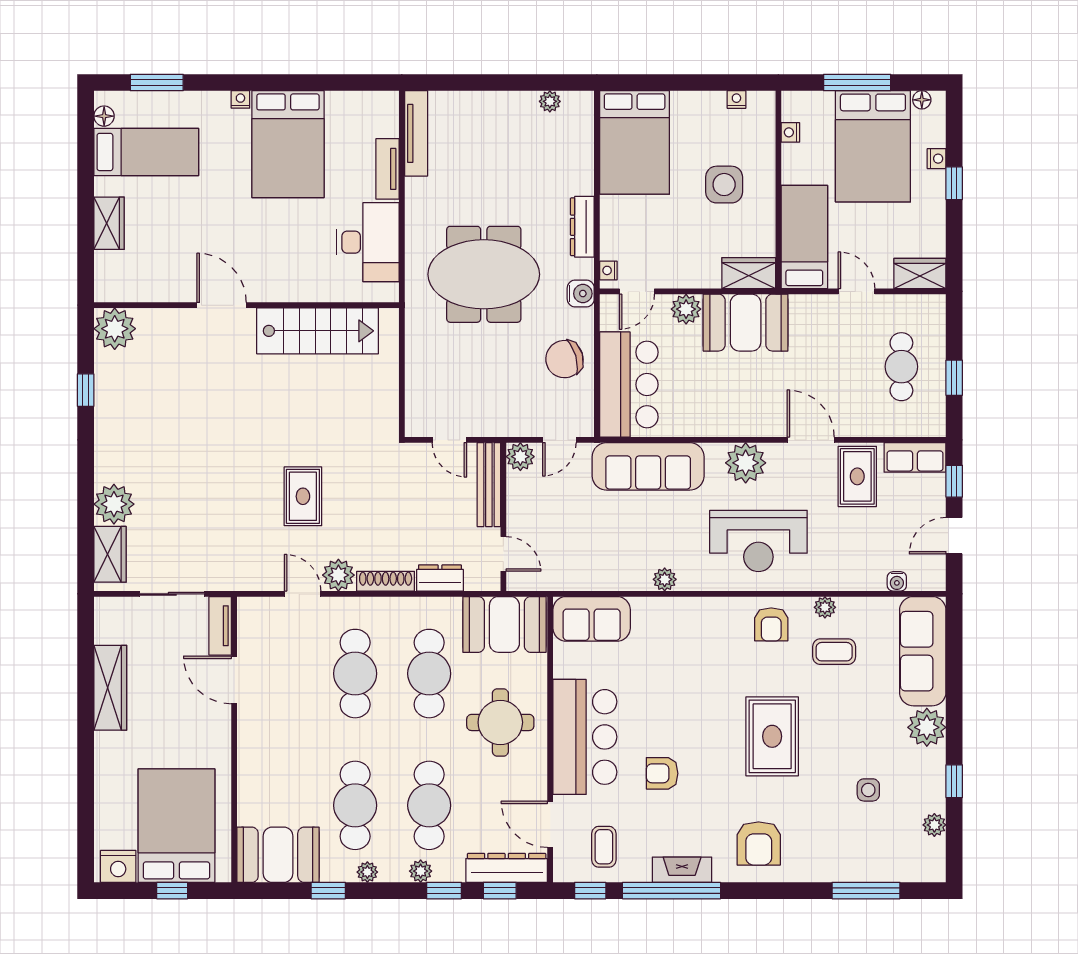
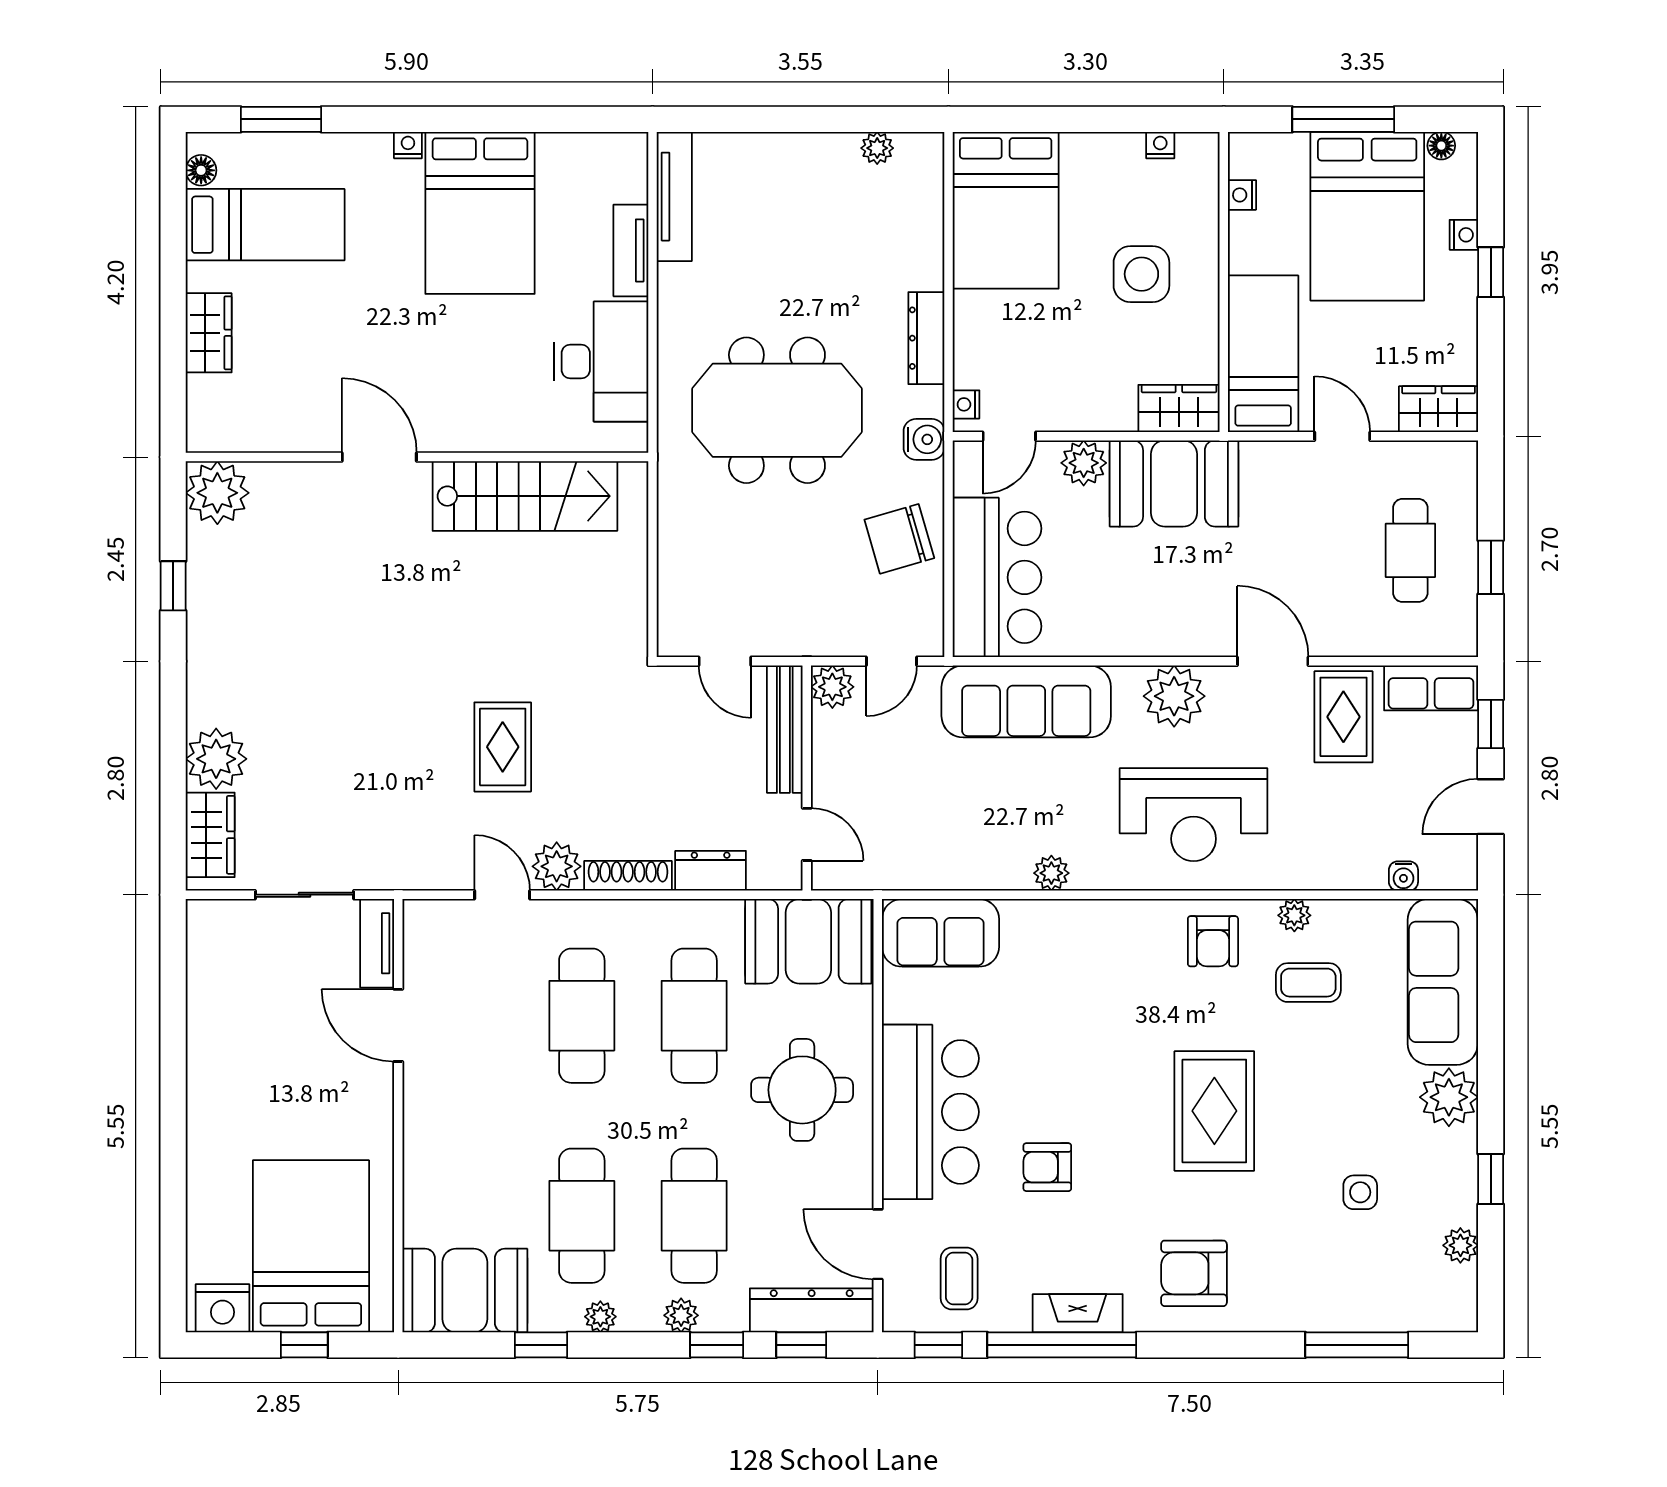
wardrobe: (110, 688) -> (211, 1037), removed
armchair: (759, 843) -> (1194, 1273), turned 90

